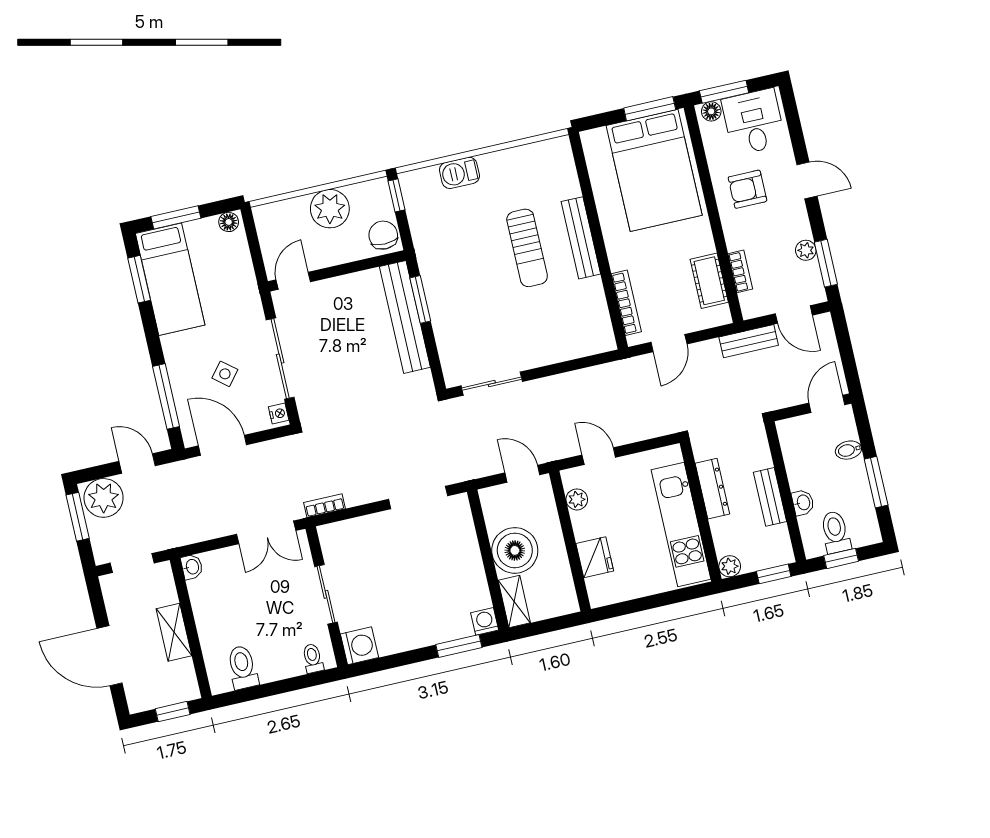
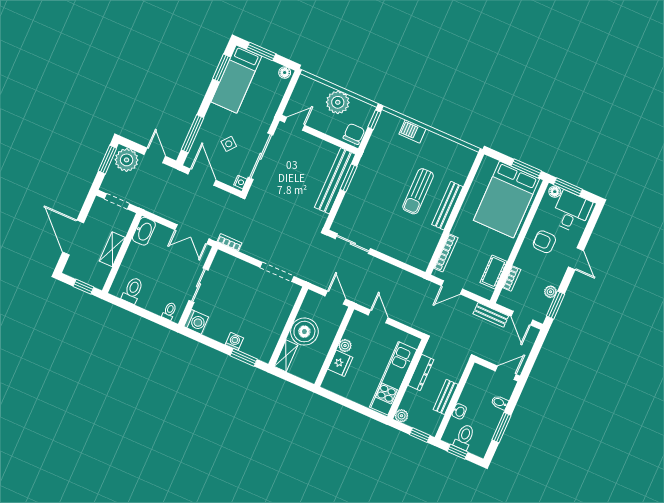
plant: (577, 499) -> (345, 346), moved
washbasin: (192, 567) -> (144, 231), width x1.91, depth x1.45
washing machine: (485, 621) -> (234, 341), moved

